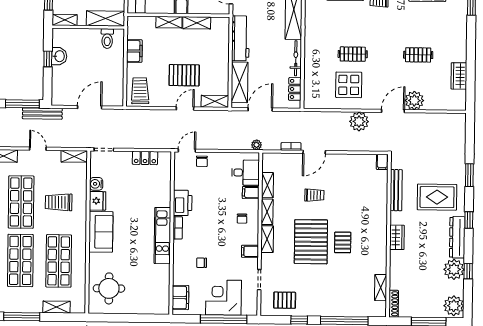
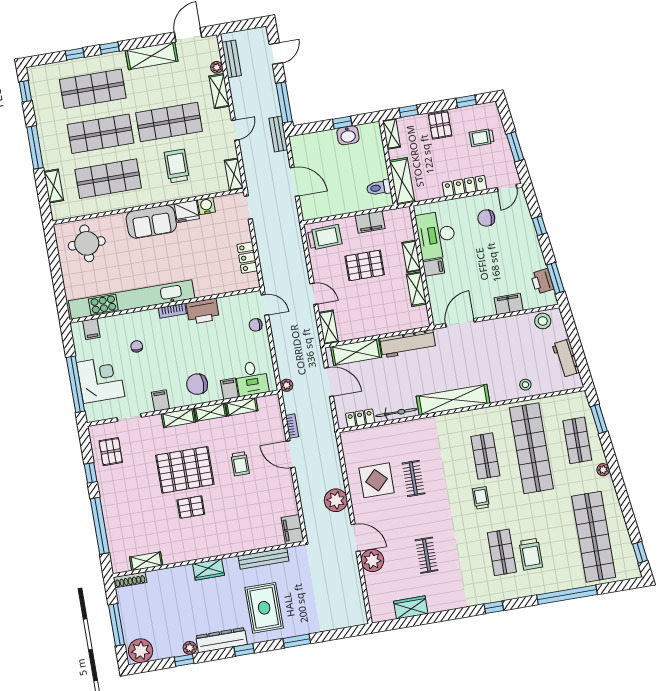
pallet: (184, 75) -> (365, 265), moved, turned 90
bench: (42, 114) -> (278, 134), width x0.73
filing cabinet: (382, 162) -> (292, 529), width x2.00
chair: (242, 219) -> (197, 384), width x1.87, depth x1.87
kitchen unit: (162, 236) -> (132, 300), width x1.86
plant: (454, 269) -> (190, 648), width x0.53, depth x0.53
filing cabinet: (180, 298) -> (91, 329), width x0.50

